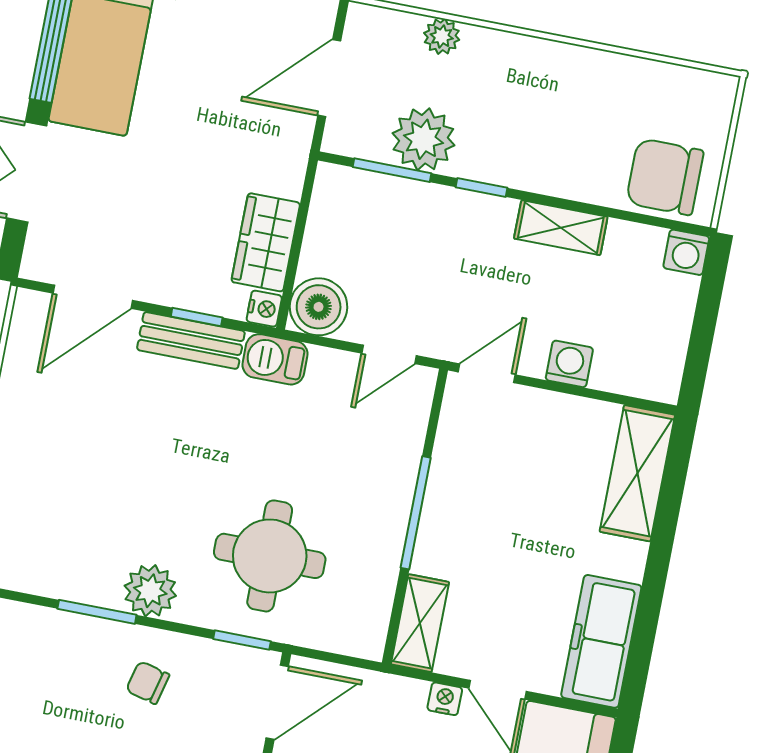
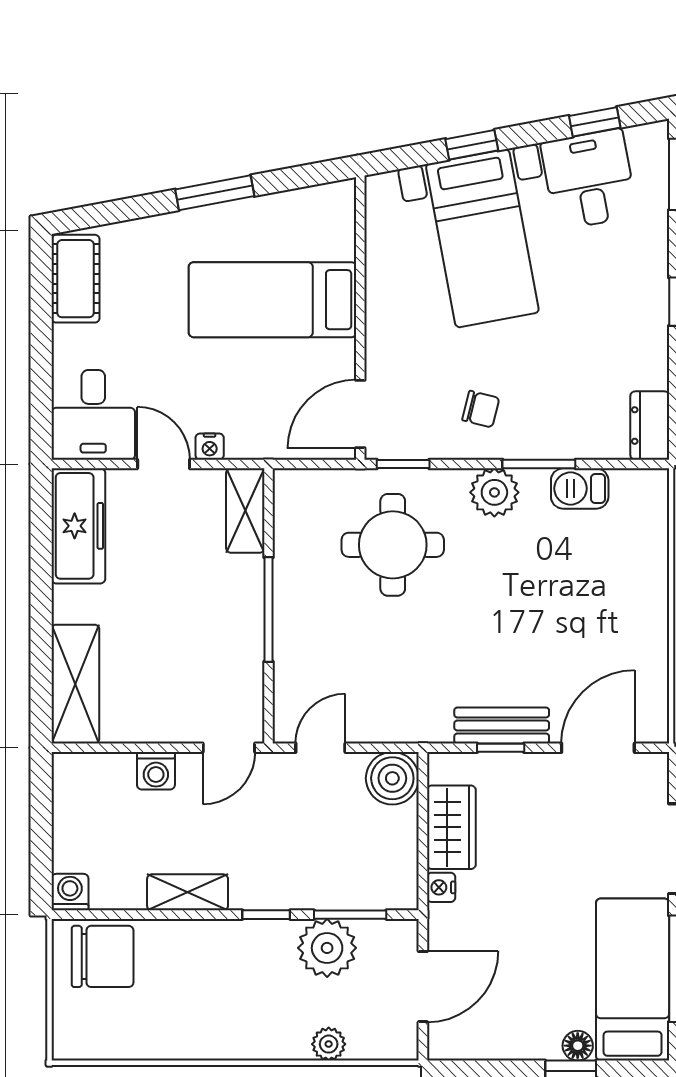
nightstand: (264, 309) -> (441, 887), moved
barbecue: (275, 359) -> (580, 489), moved, turned 180

